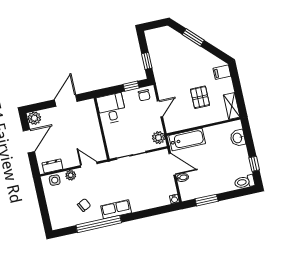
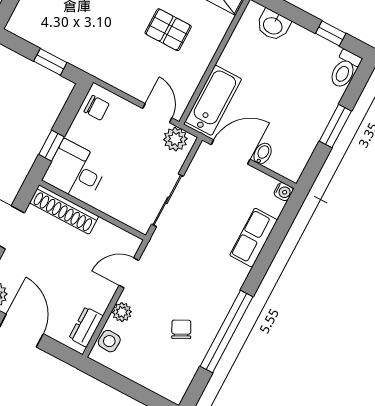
window: (131, 86) -> (52, 146), moved
door: (160, 109) -> (157, 113), moved
shoe rack: (92, 117) -> (64, 210), added
window: (207, 200) -> (335, 126), moved
row of seats: (116, 209) -> (254, 238), moved

